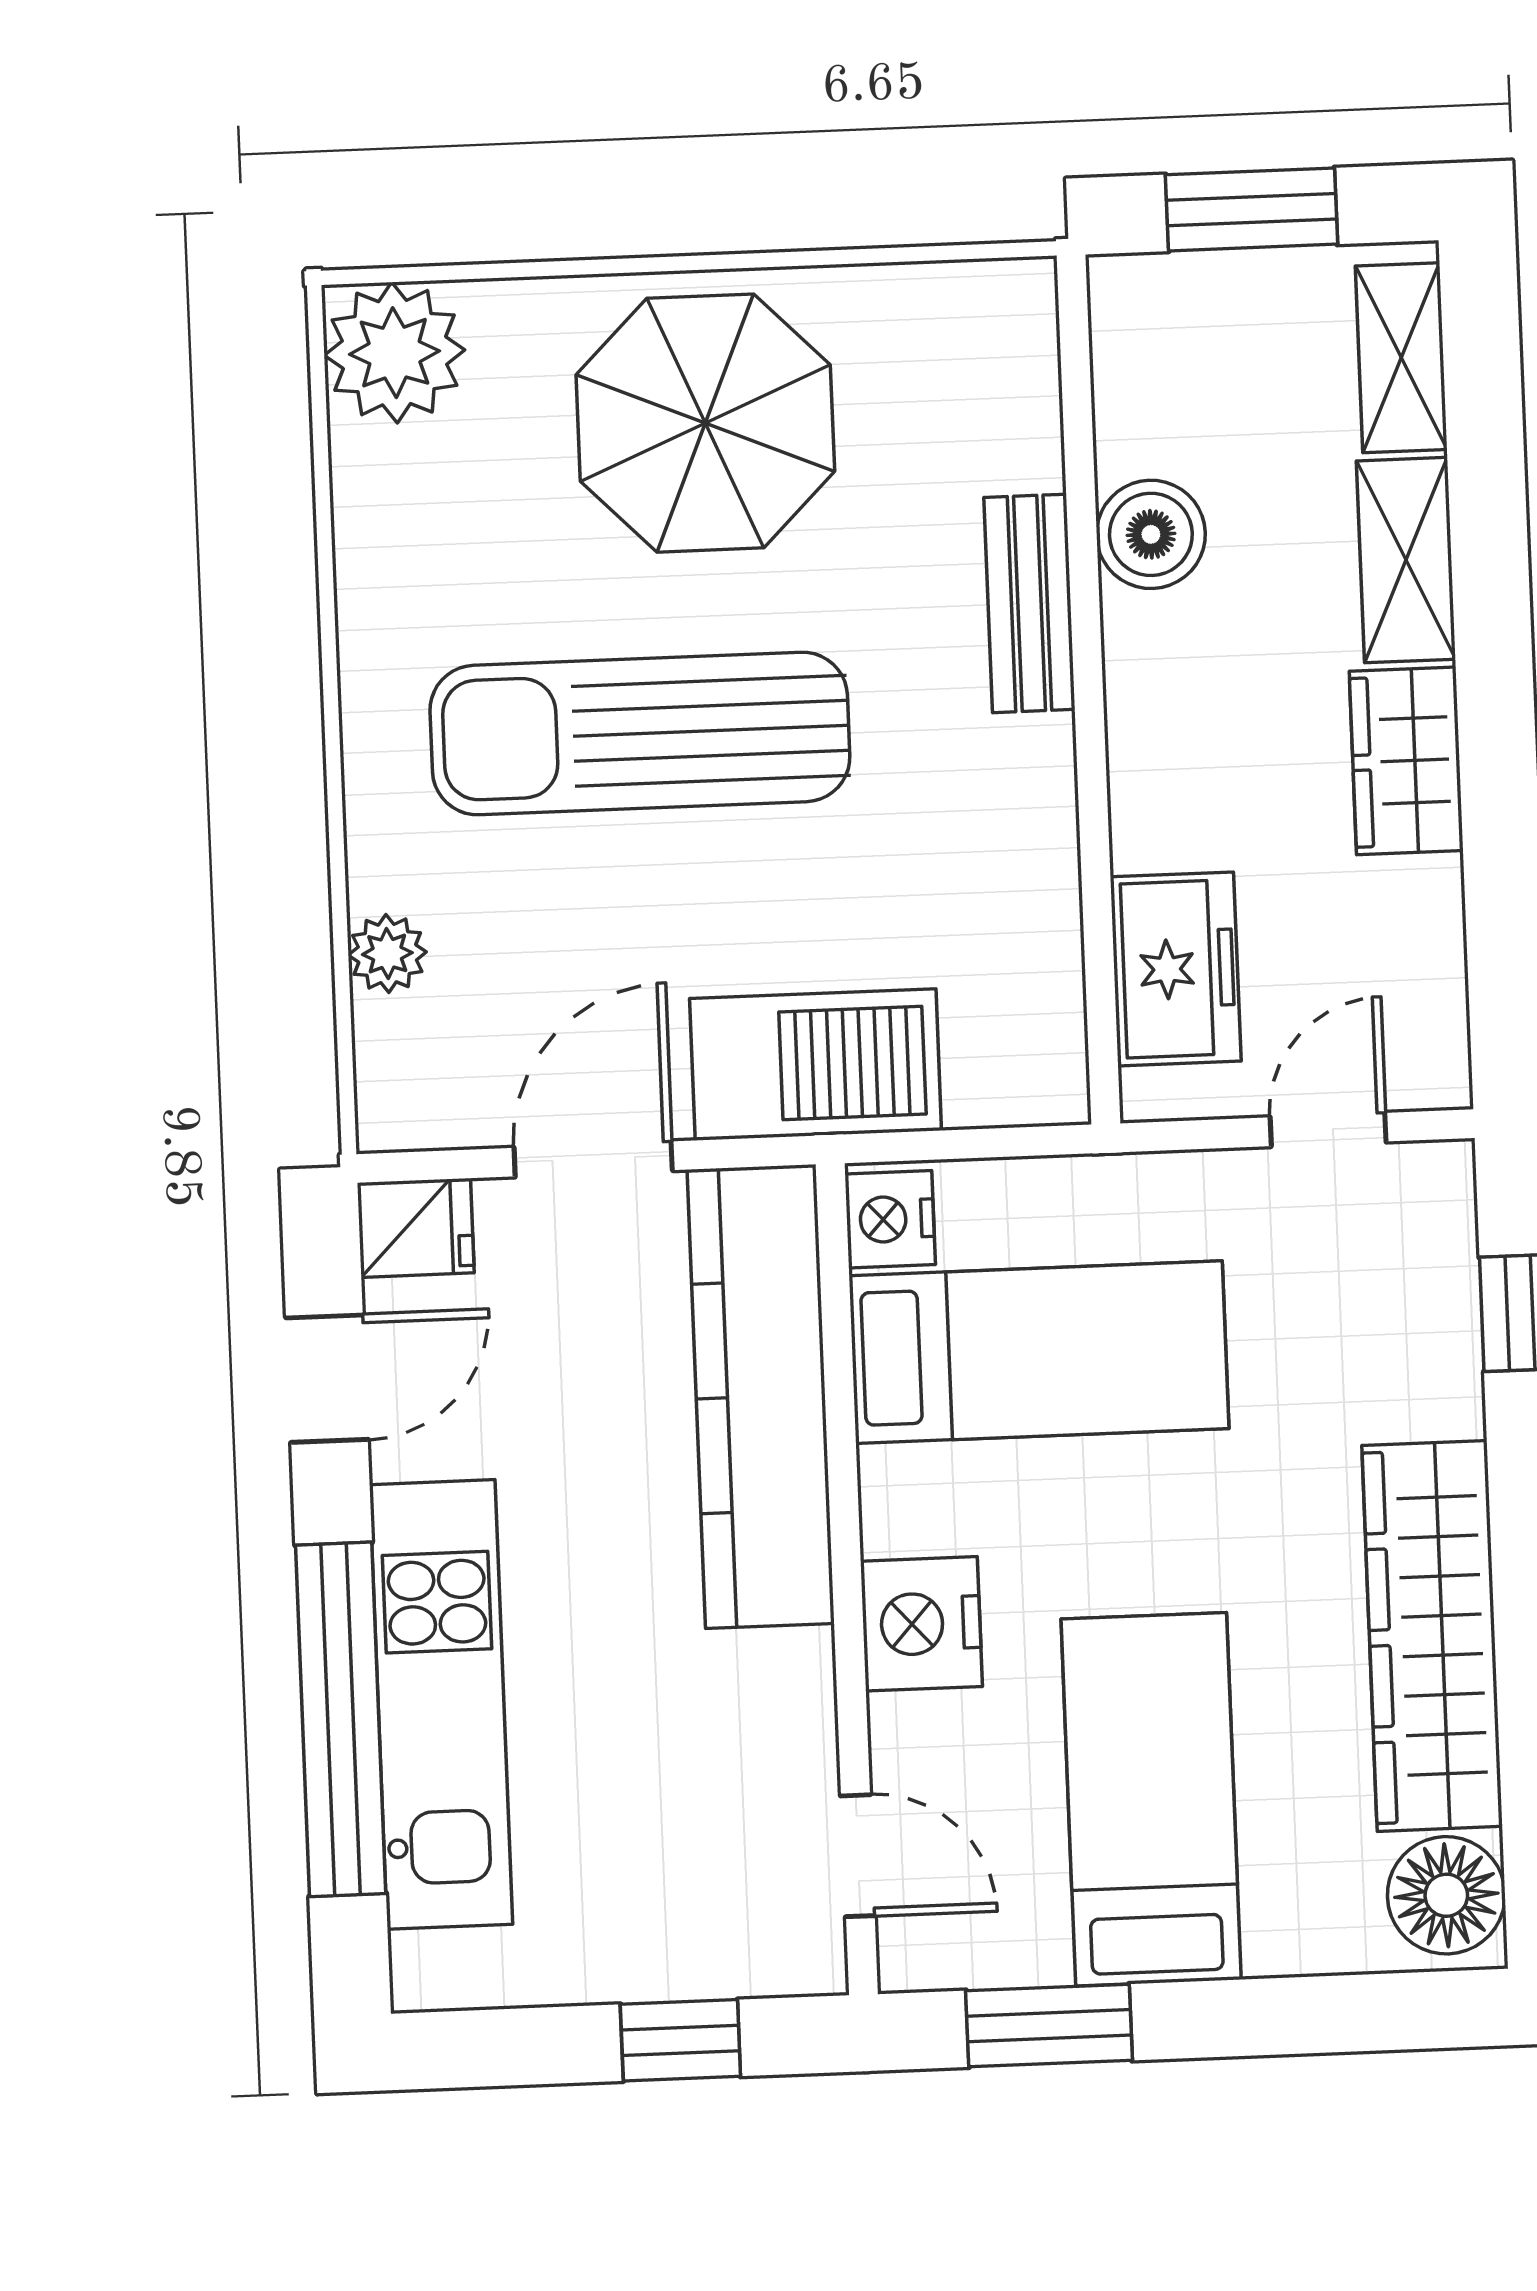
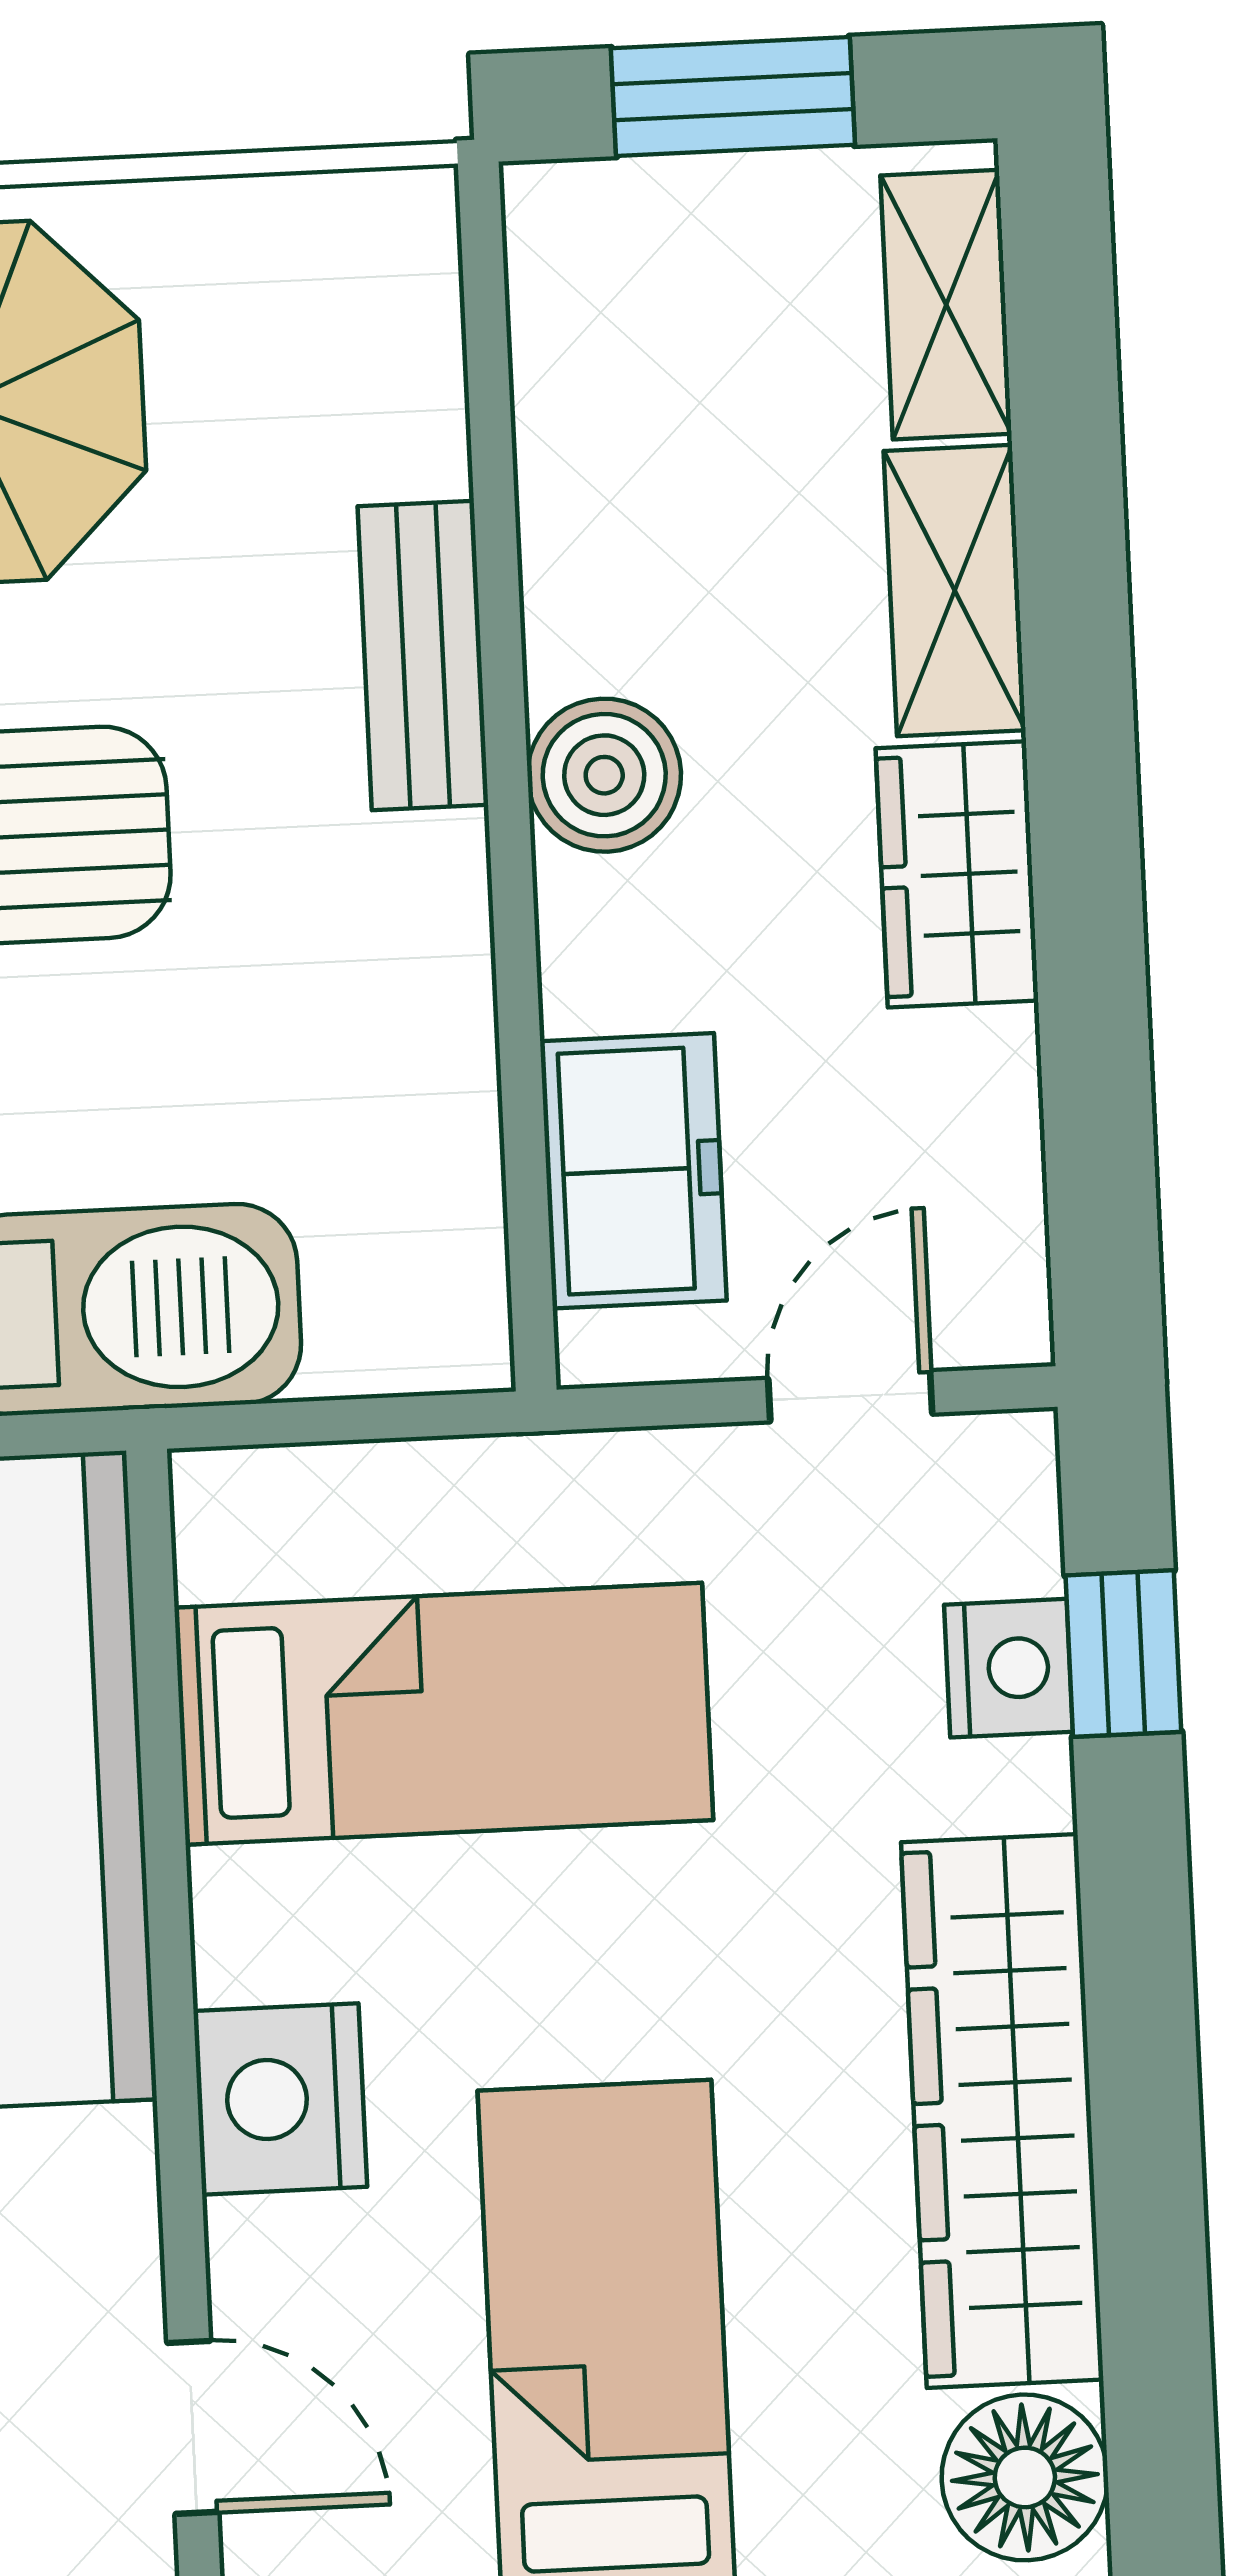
boiler: (1151, 534) -> (604, 775), moved
nightstand: (890, 1219) -> (1009, 1668), moved, turned 180

